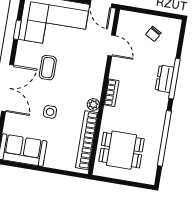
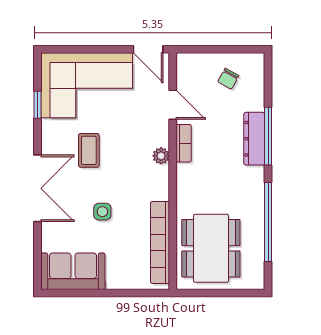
dresser: (165, 79) -> (254, 139), width x1.44
bookcase: (112, 93) -> (184, 143), moved
plant: (93, 104) -> (161, 156), moved
dining table: (122, 150) -> (211, 248), width x1.37

